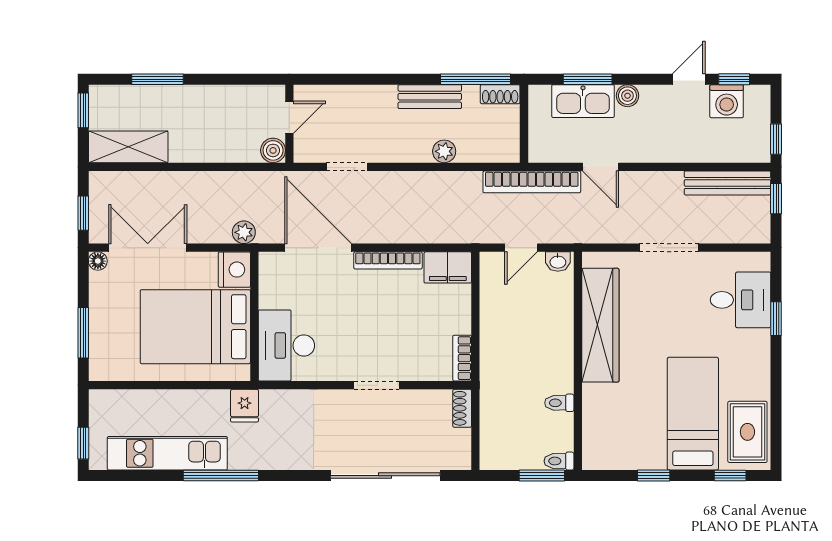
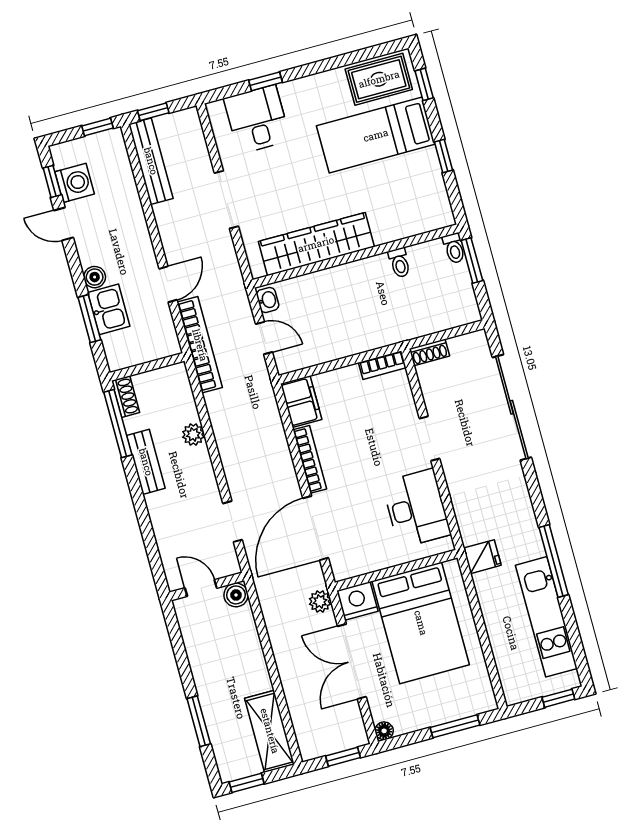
kitchen sink: (583, 101) -> (109, 309), width x0.73
double door: (148, 248) -> (352, 661), moved
desk: (286, 345) -> (416, 508), moved, turned -90

